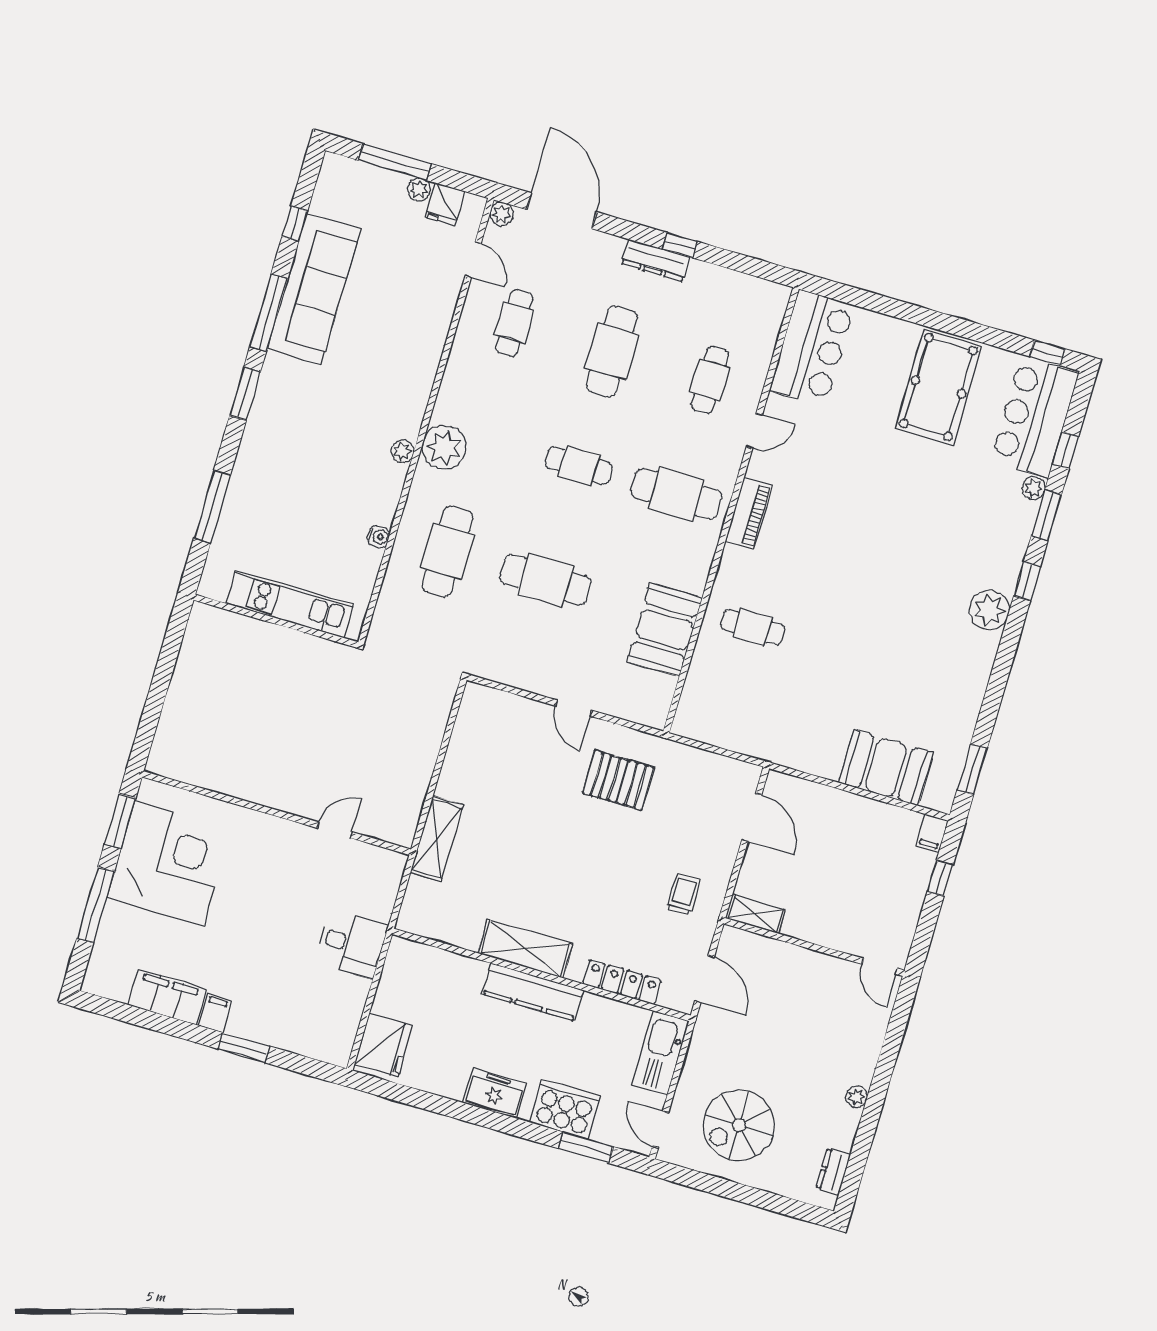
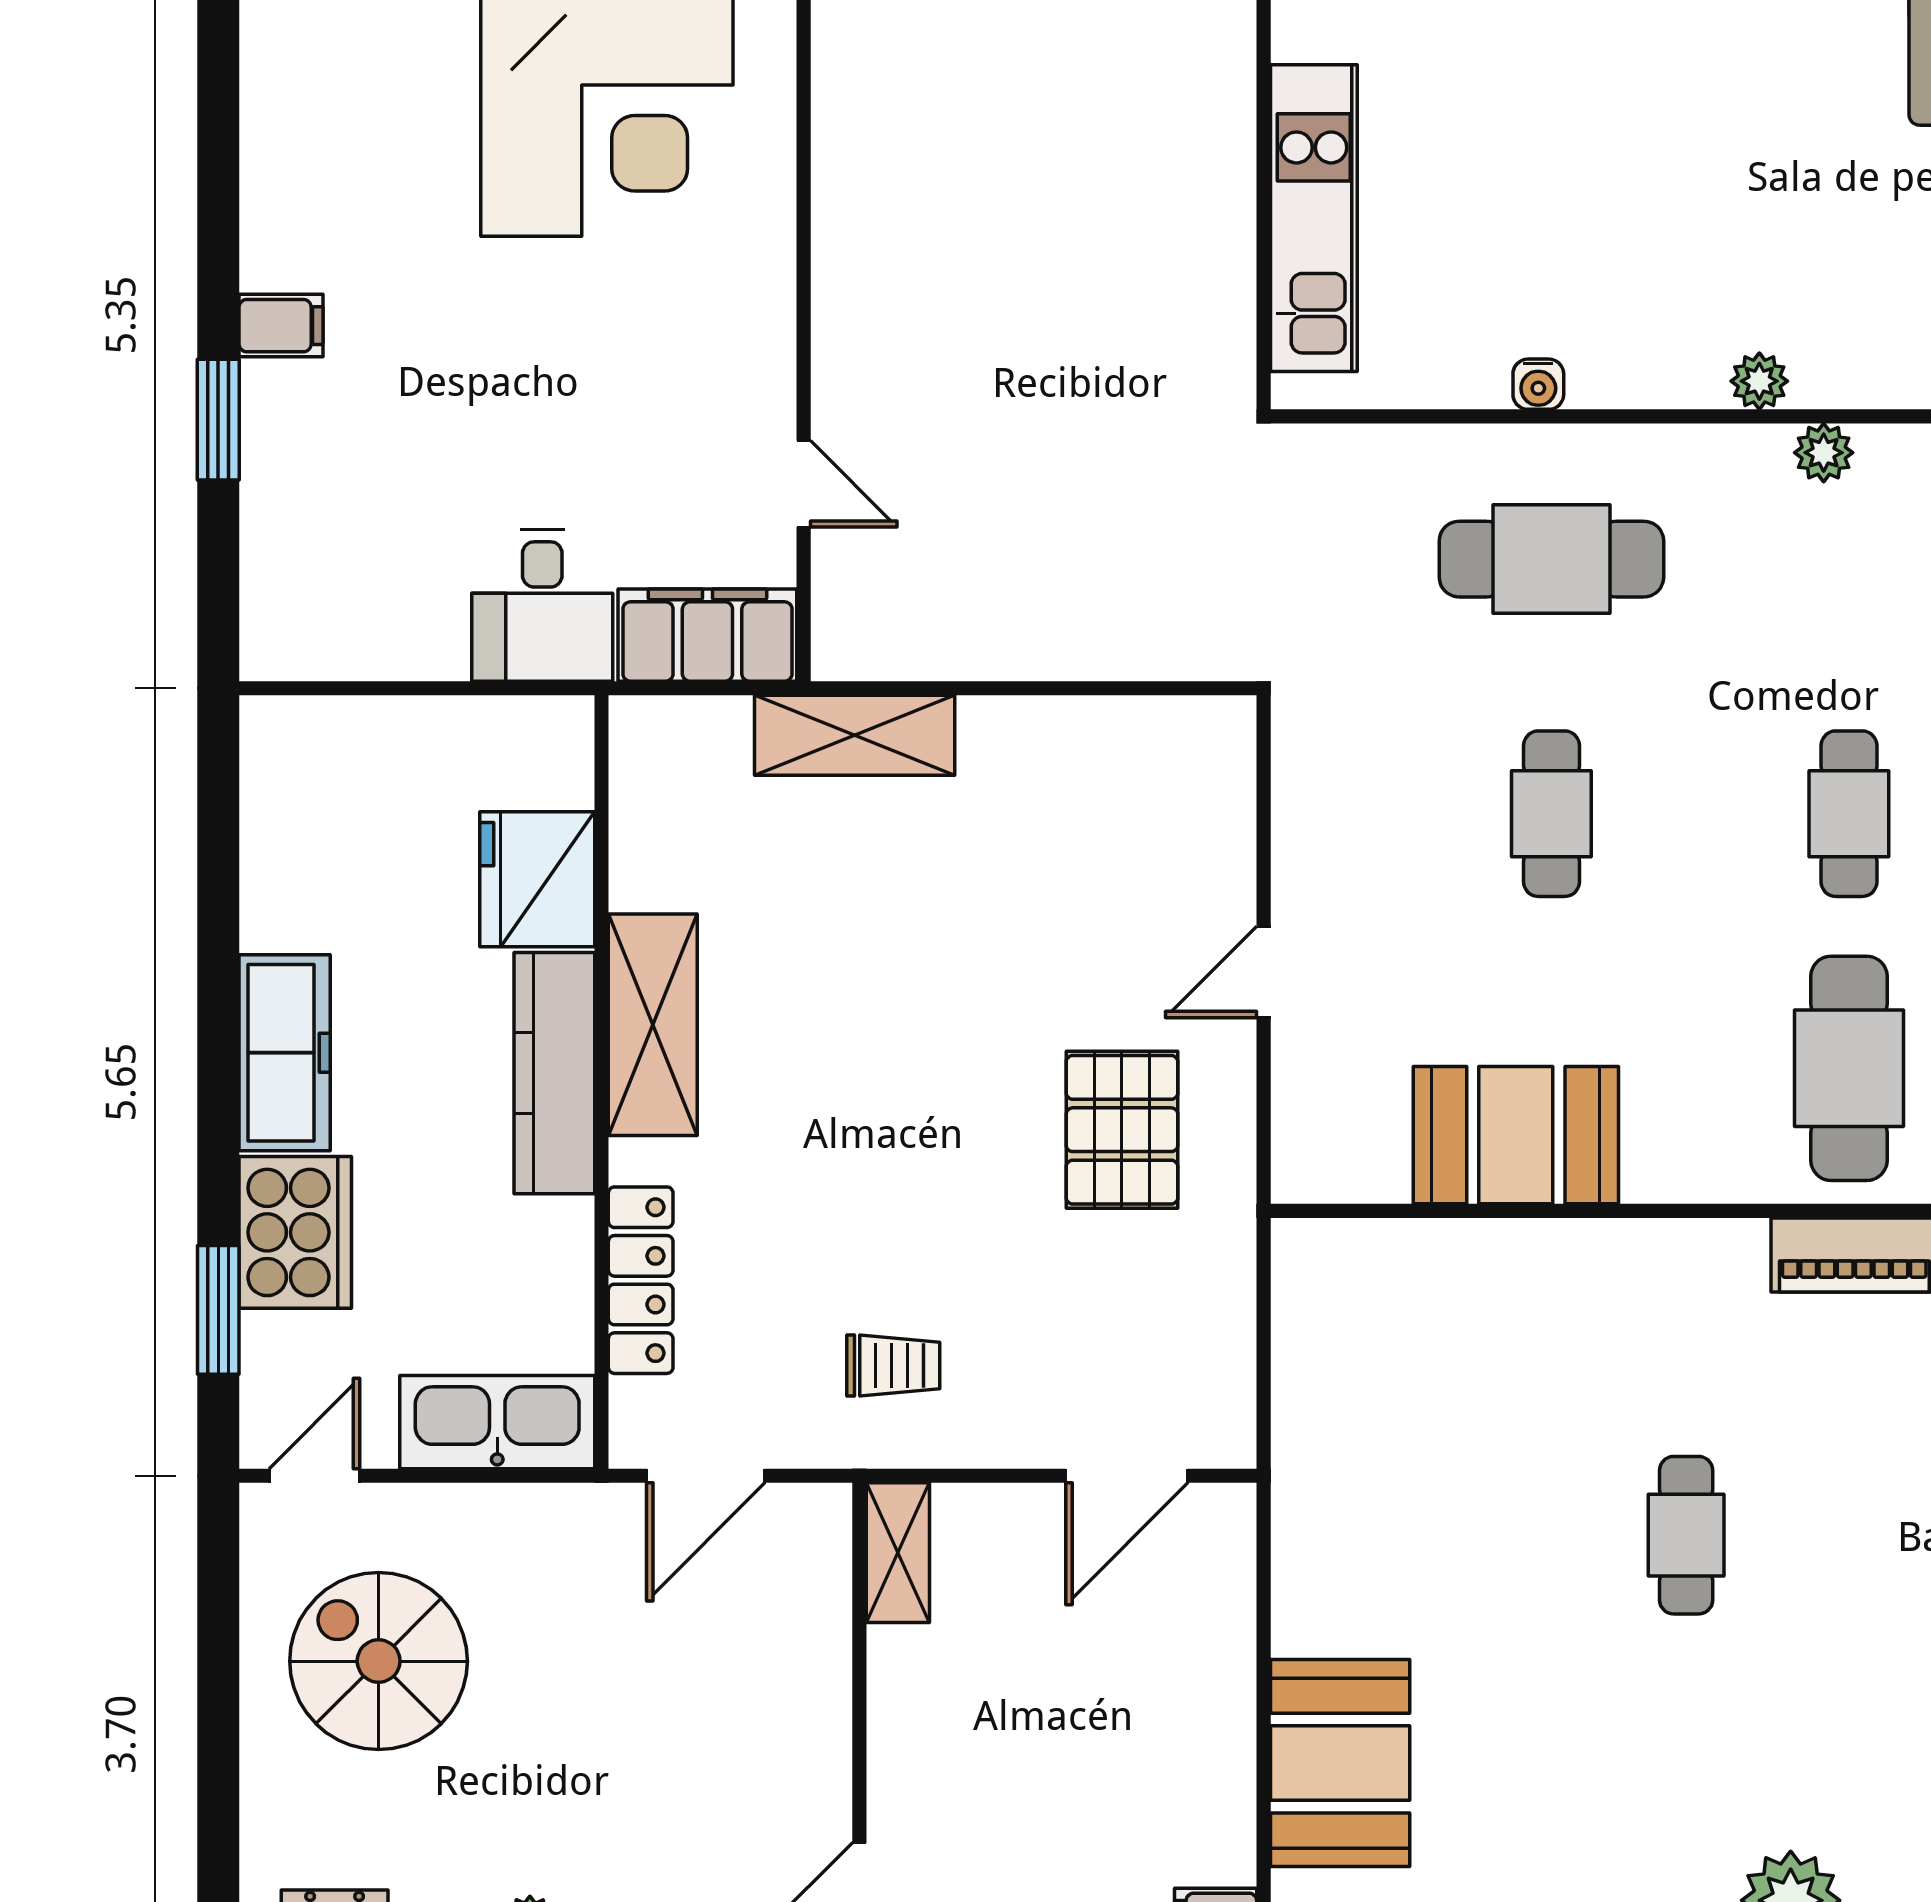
plant: (444, 447) -> (1824, 453), width x0.53, depth x0.53
cafe table: (545, 580) -> (1551, 814), width x0.73, depth x0.74
cafe table: (753, 627) -> (1686, 1535), moved
filing cabinet: (167, 997) -> (707, 635), moved, turned -90
fridge: (384, 1045) -> (537, 879), moved, turned 90
freezer: (495, 1093) -> (285, 1053), width x1.40

